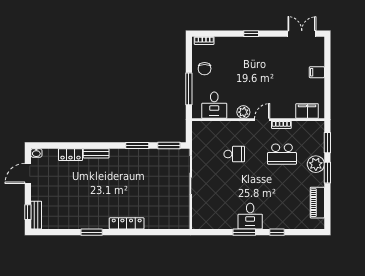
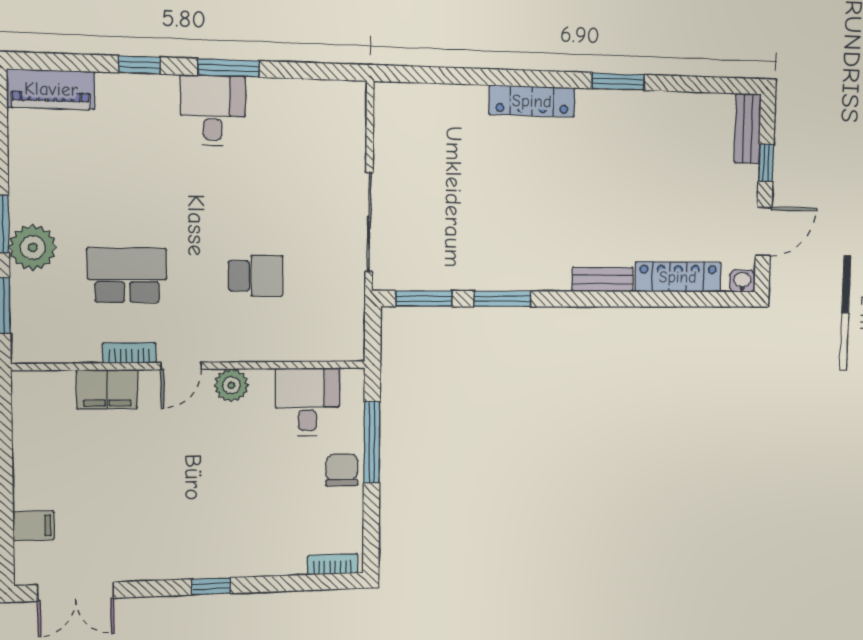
chair: (205, 69) -> (342, 470), moved
filing cabinet: (317, 72) -> (34, 526), moved
filing cabinet: (307, 111) -> (107, 389), moved
school desk: (234, 154) -> (256, 276), turned 180
locker: (70, 155) -> (678, 277), width x1.53
piano: (317, 203) -> (51, 89), moved, turned 90
window: (28, 212) -> (766, 163), moved

